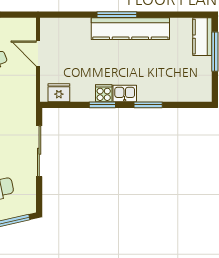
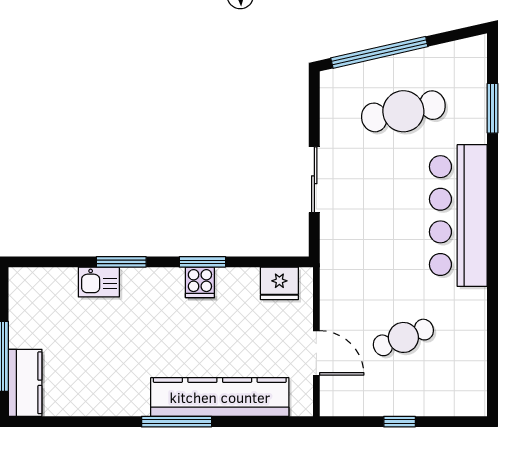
kitchen counter: (130, 29) -> (220, 397), moved
kitchen sink: (125, 94) -> (99, 282), moved
sliding door: (39, 151) -> (314, 180), width x0.73

